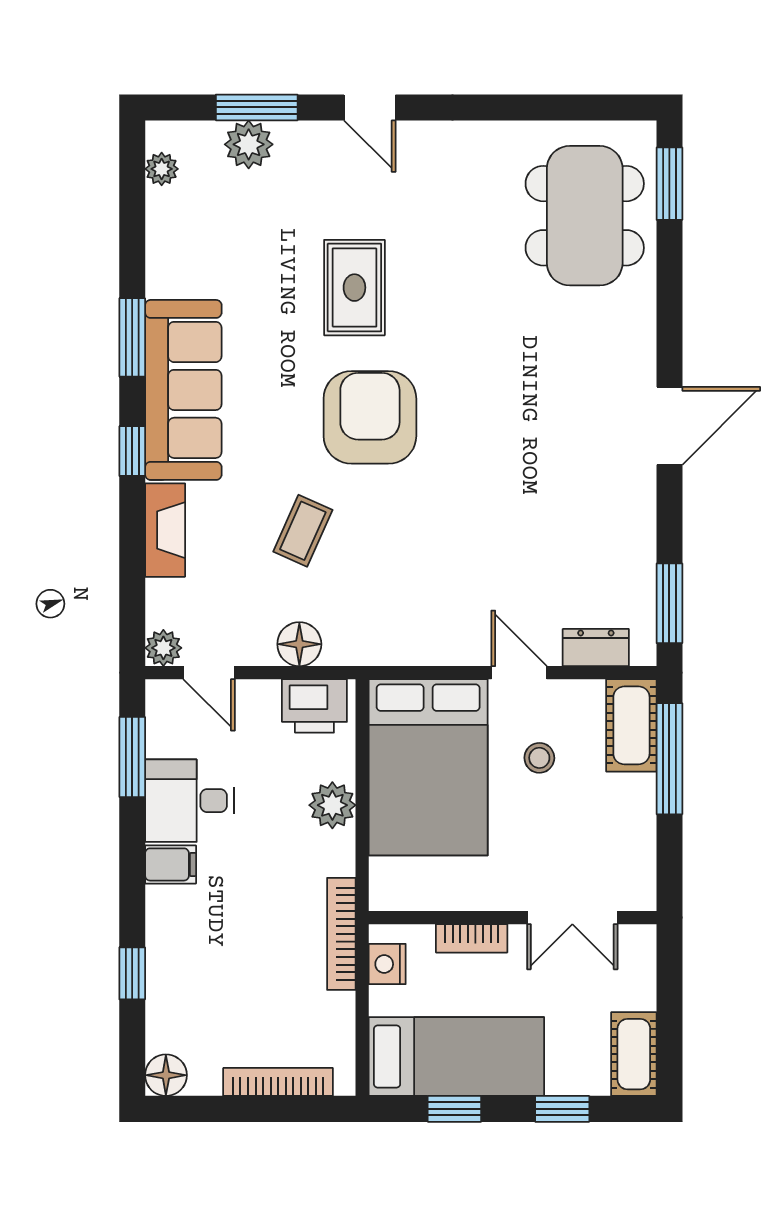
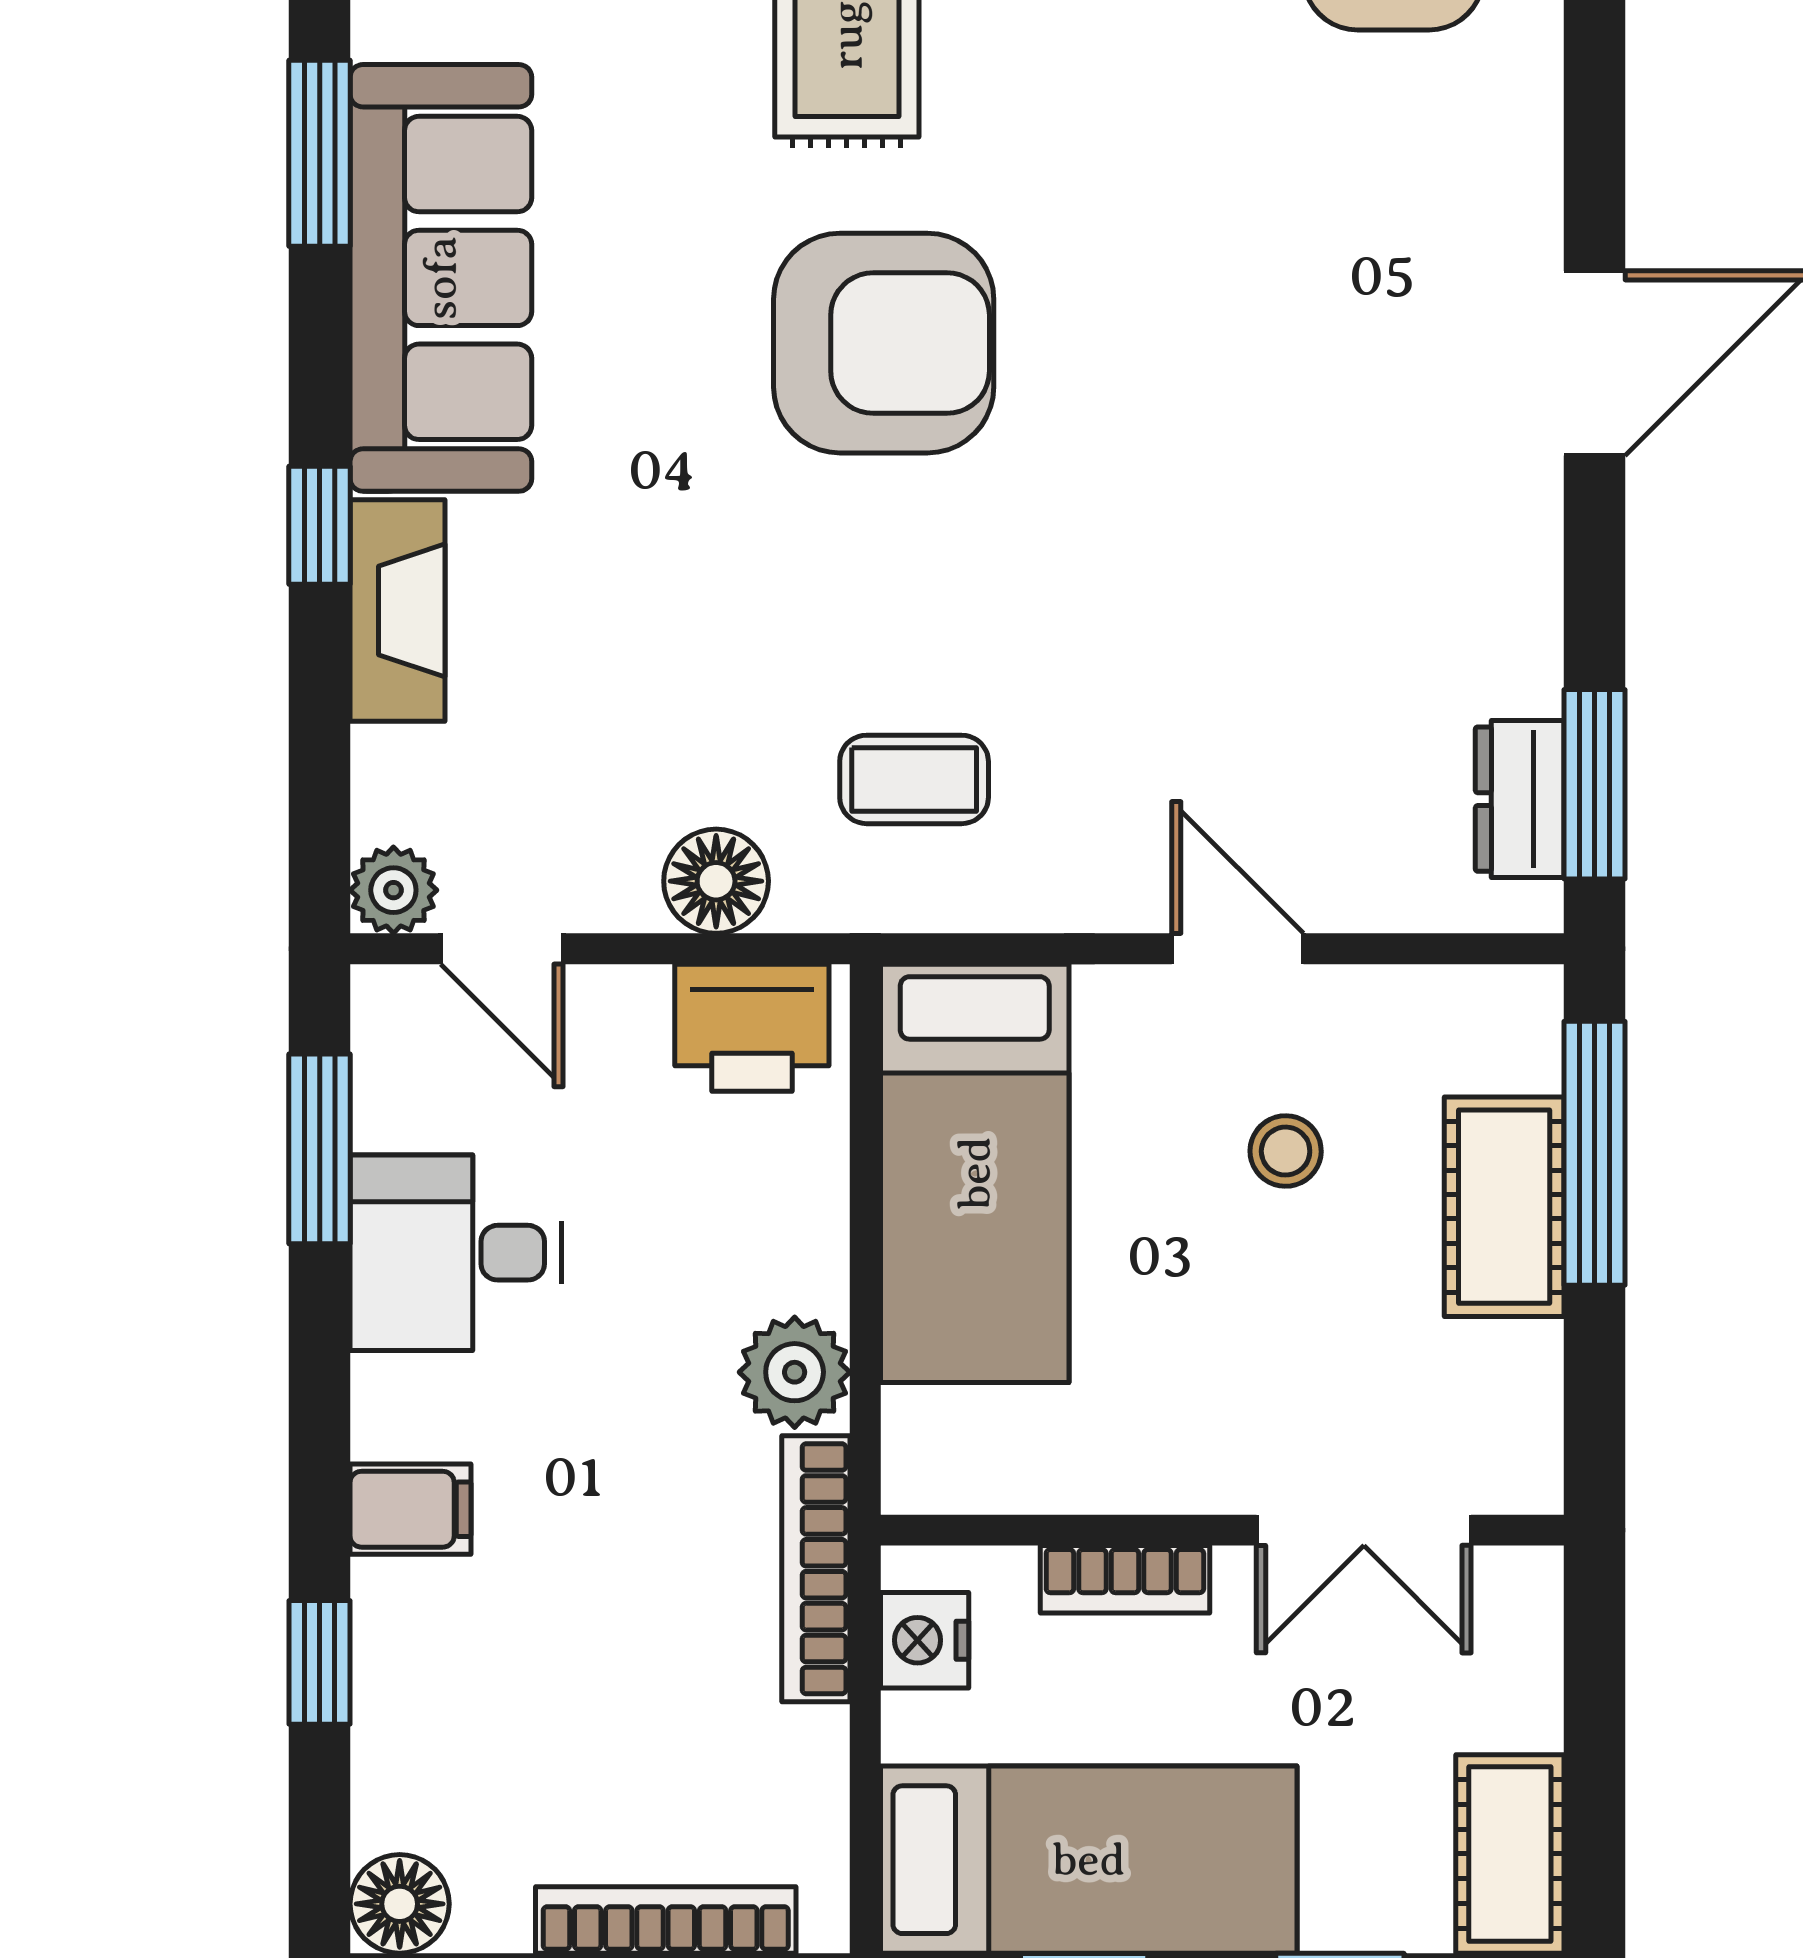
armchair: (370, 417) -> (884, 343), turned 90
window: (132, 451) -> (320, 525), moved
coffee table: (303, 531) -> (914, 779), moved, turned 66
dresser: (596, 648) -> (1520, 799), moved, turned -90
cot: (631, 725) -> (1504, 1207), moved
bed: (428, 767) -> (975, 1173), width x0.67
plant: (332, 805) -> (795, 1372), moved
filing cabinet: (171, 864) -> (411, 1509), moved

